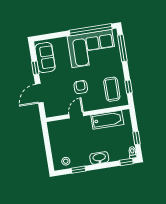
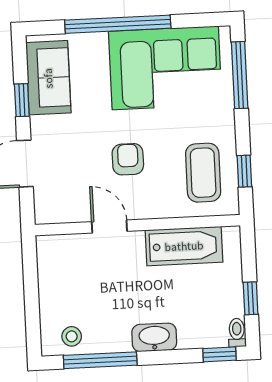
window: (91, 30) -> (118, 24), moved
door: (76, 115) -> (109, 226), hinge flipped
window: (78, 170) -> (100, 360), width x2.17

